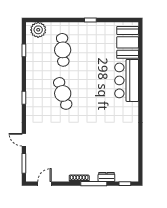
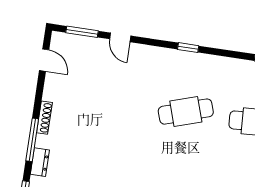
door: (24, 140) -> (120, 37), swing flipped

